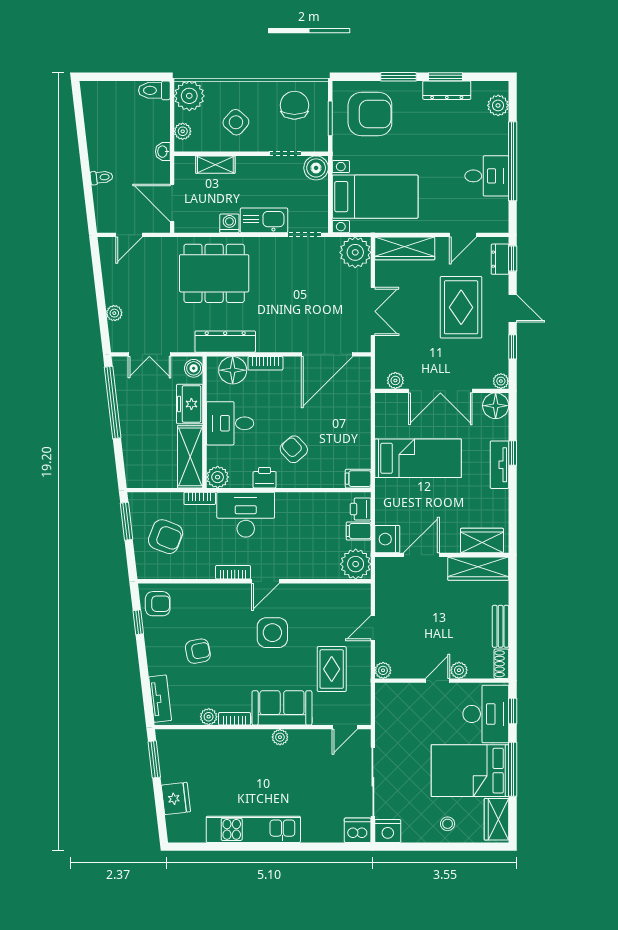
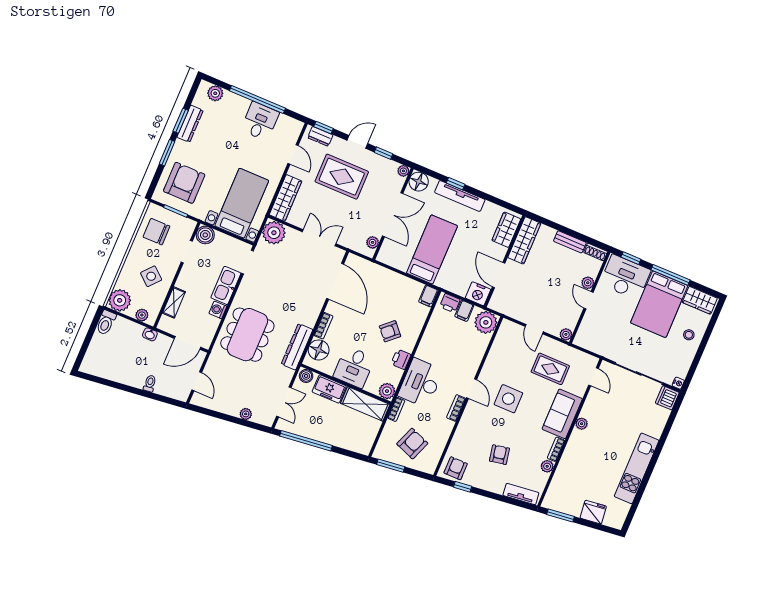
tv unit: (499, 465) -> (460, 196), width x1.41
nightstand: (388, 831) -> (678, 383), width x0.53, depth x0.56

